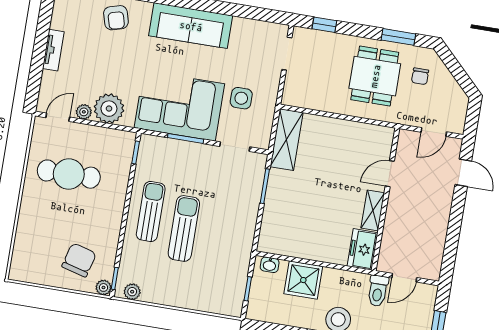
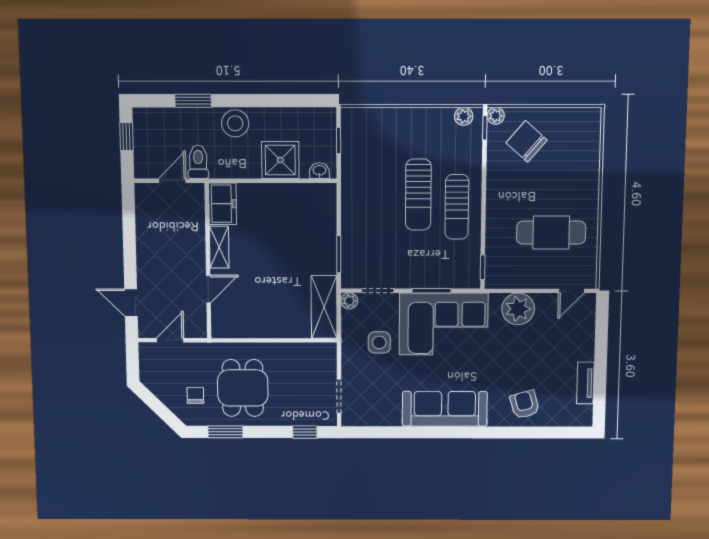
tv unit: (53, 50) -> (585, 383), moved
plant: (84, 112) -> (349, 301), moved
chair: (79, 260) -> (527, 141), turned 116

